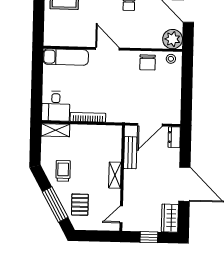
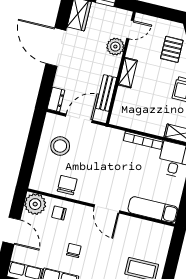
chair: (149, 36) -> (59, 213), added
stool: (171, 59) -> (60, 146), moved, width x1.89, depth x1.89
plant: (131, 196) -> (115, 47), added

